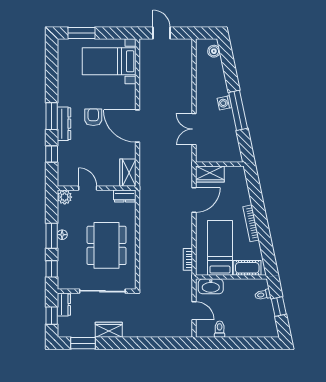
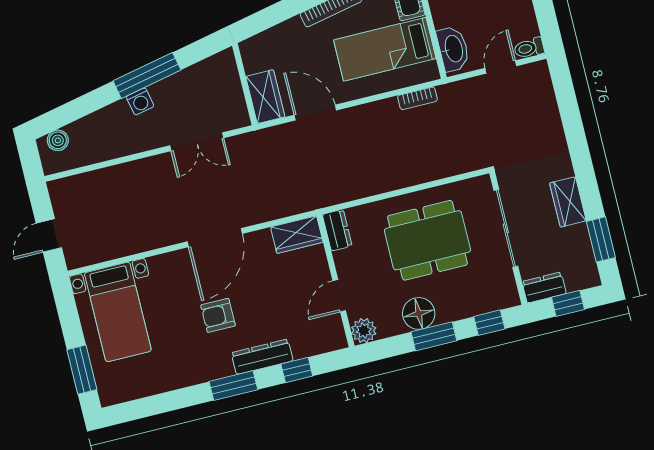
dresser: (64, 124) -> (262, 357), moved
floor lamp: (62, 235) -> (419, 313), width x1.89, depth x1.89
toilet: (220, 329) -> (529, 48), moved

